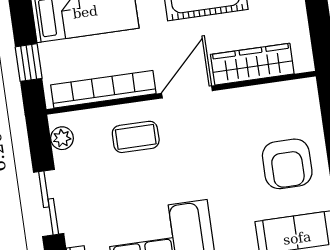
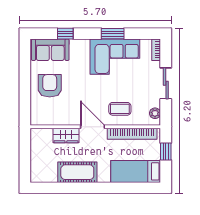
wardrobe: (252, 64) -> (66, 135), width x0.67
door: (187, 92) -> (93, 127), swing flipped

